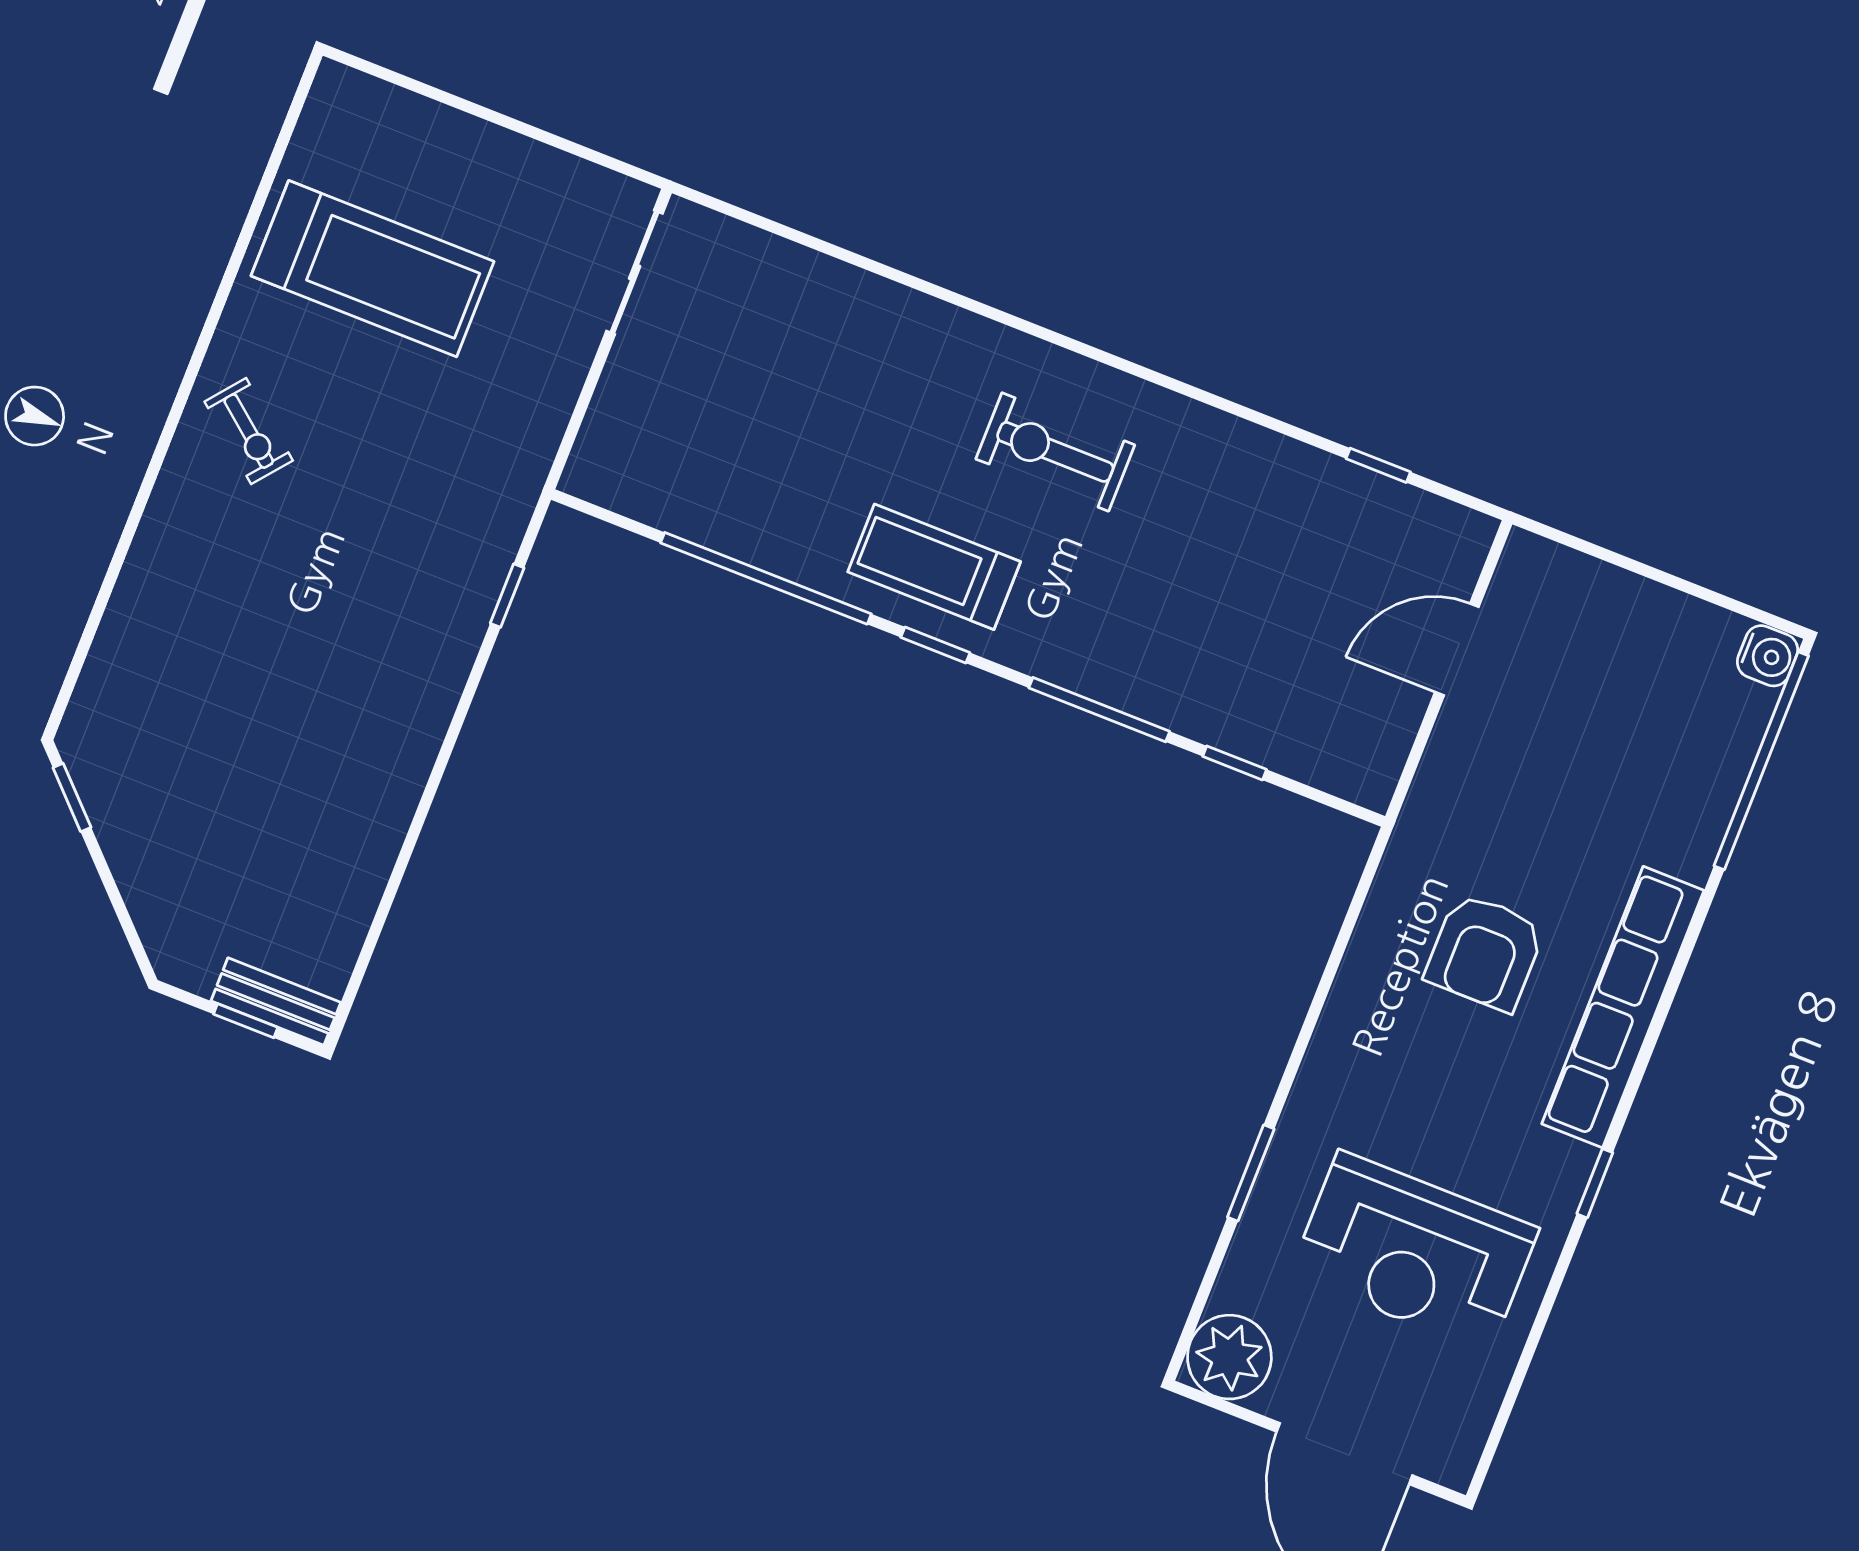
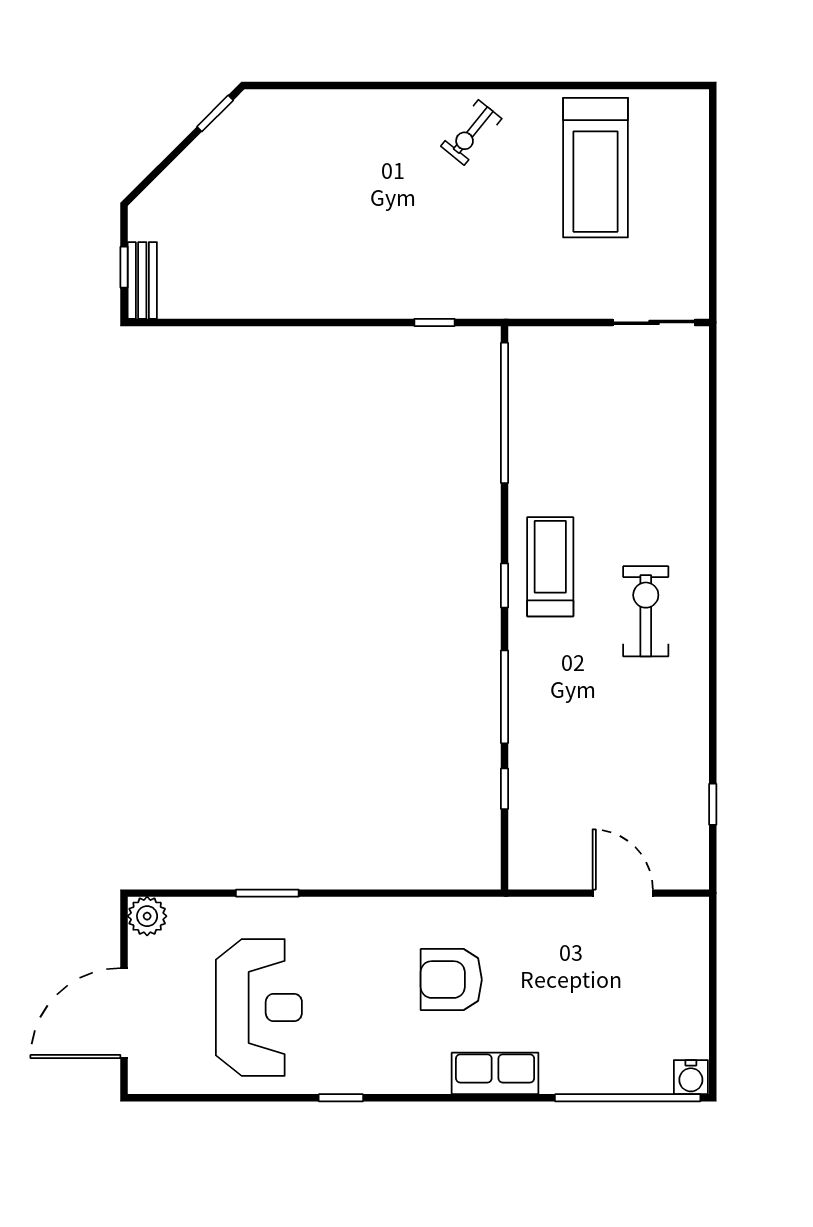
window: (766, 578) -> (505, 413), moved
row of seats: (1623, 1007) -> (495, 1073), width x0.50
reception desk: (1414, 1252) -> (259, 1007), turned 180
plant: (1229, 1357) -> (147, 916), width x0.73, depth x0.73

